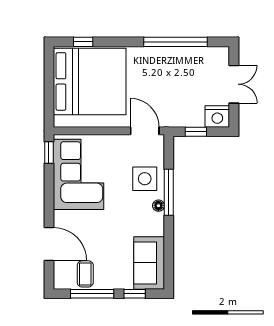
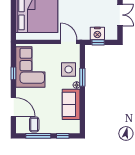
nightstand: (217, 116) -> (97, 34), moved
window: (49, 153) -> (13, 73), moved
window: (169, 192) -> (82, 77), width x0.69
sofa: (149, 263) -> (71, 104), moved

